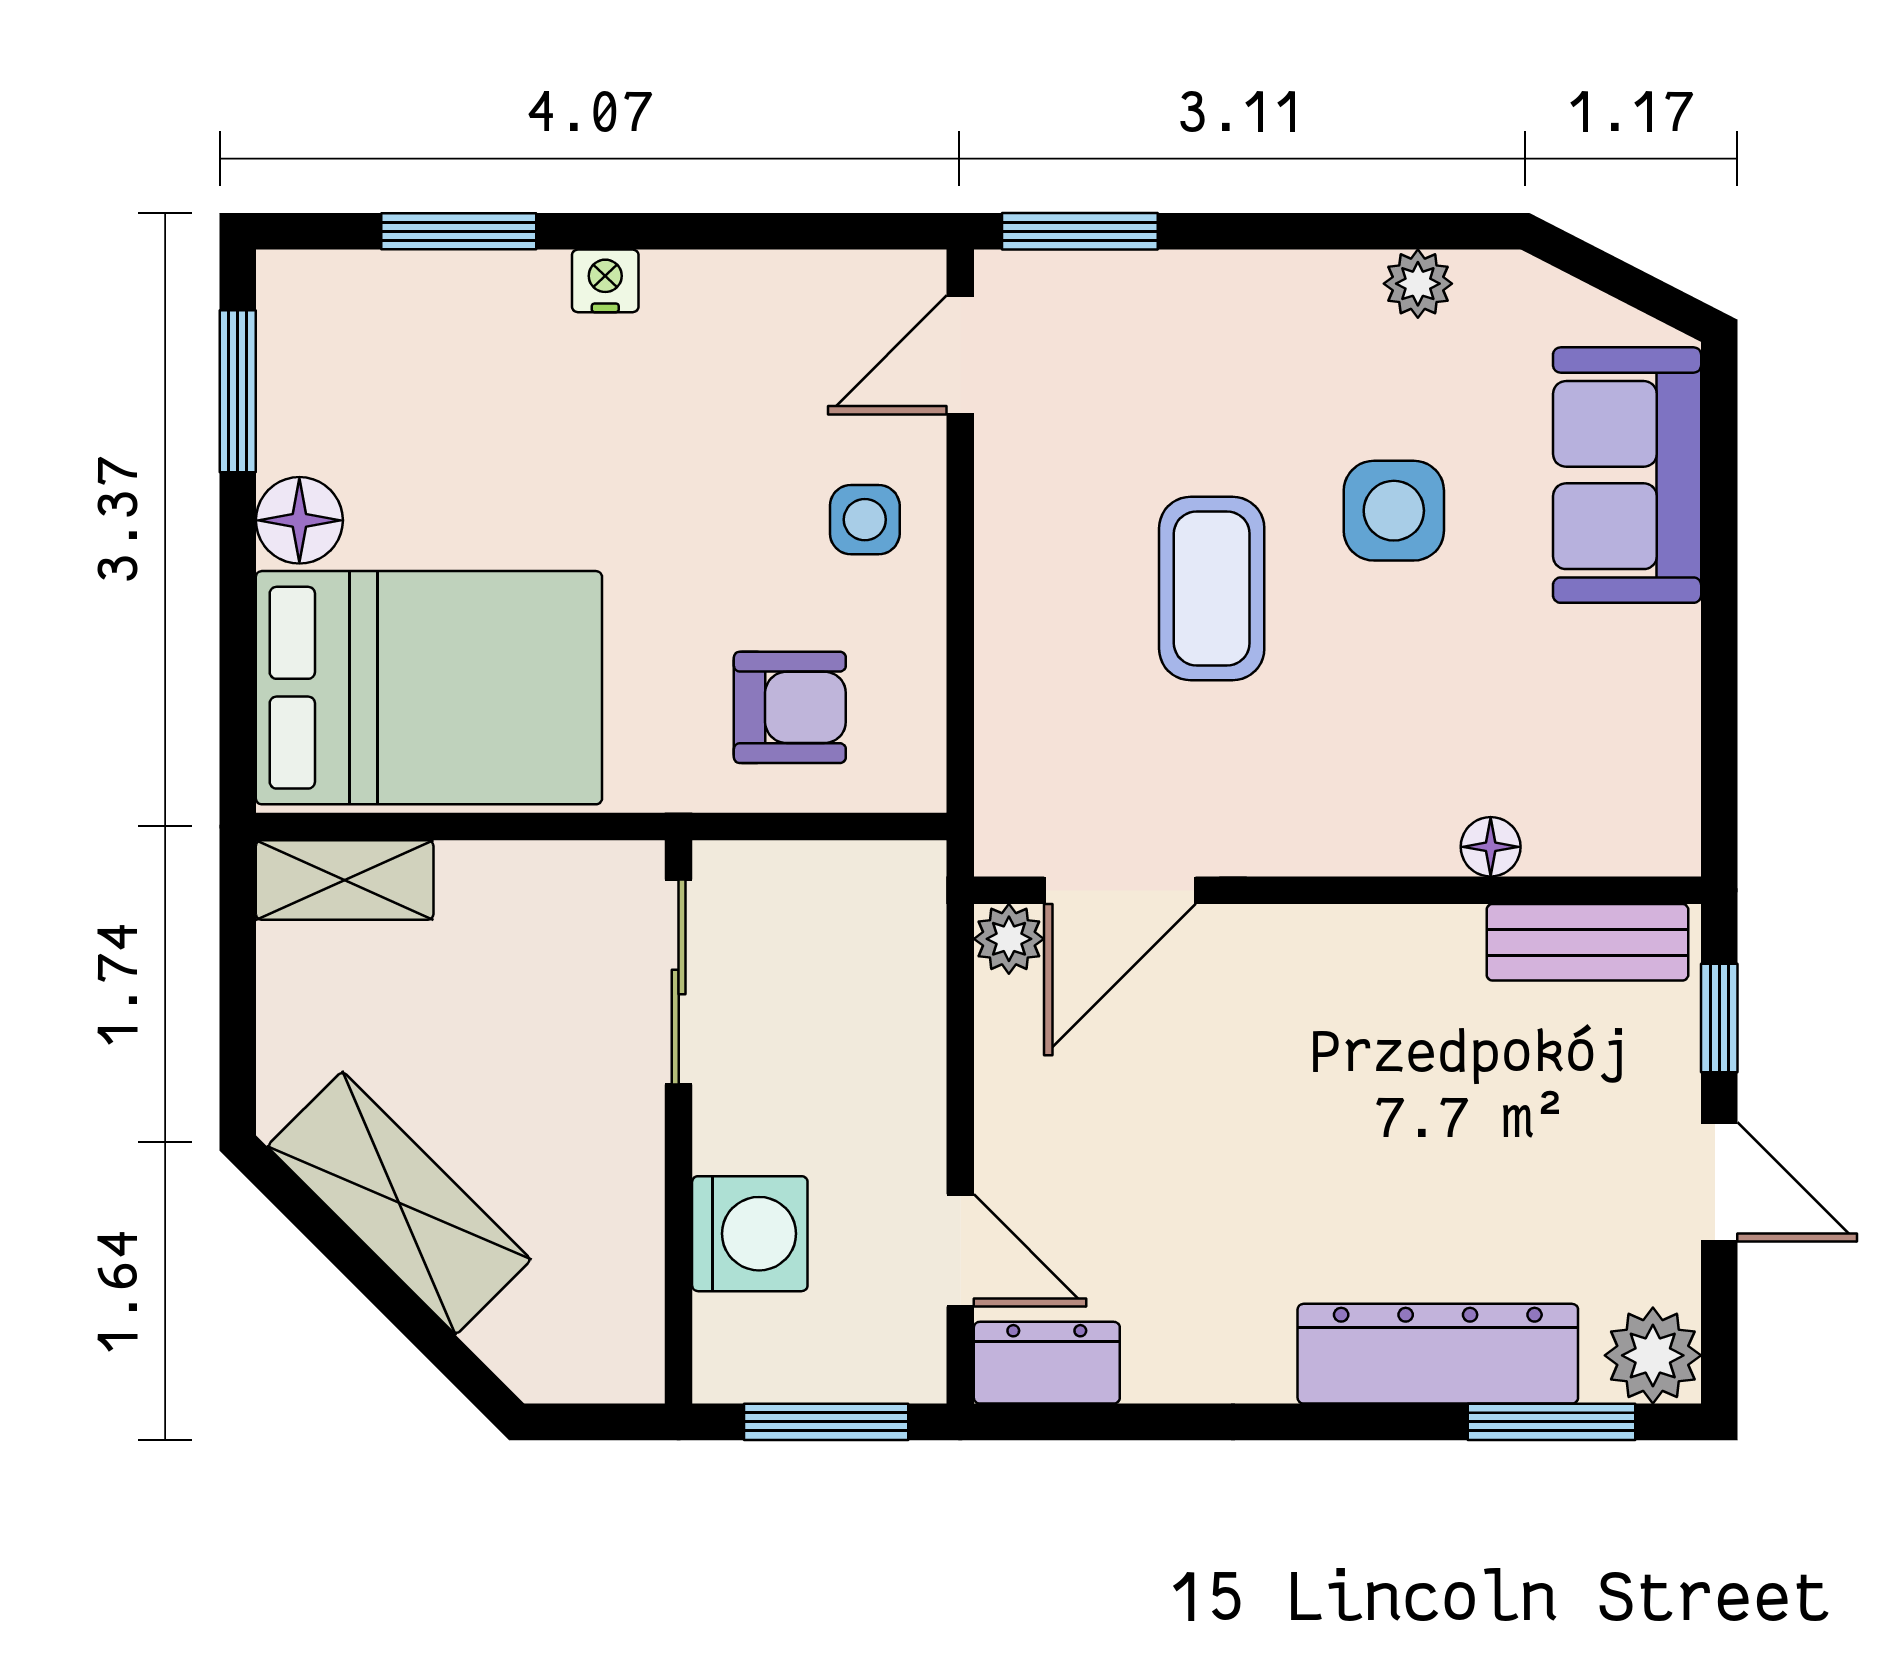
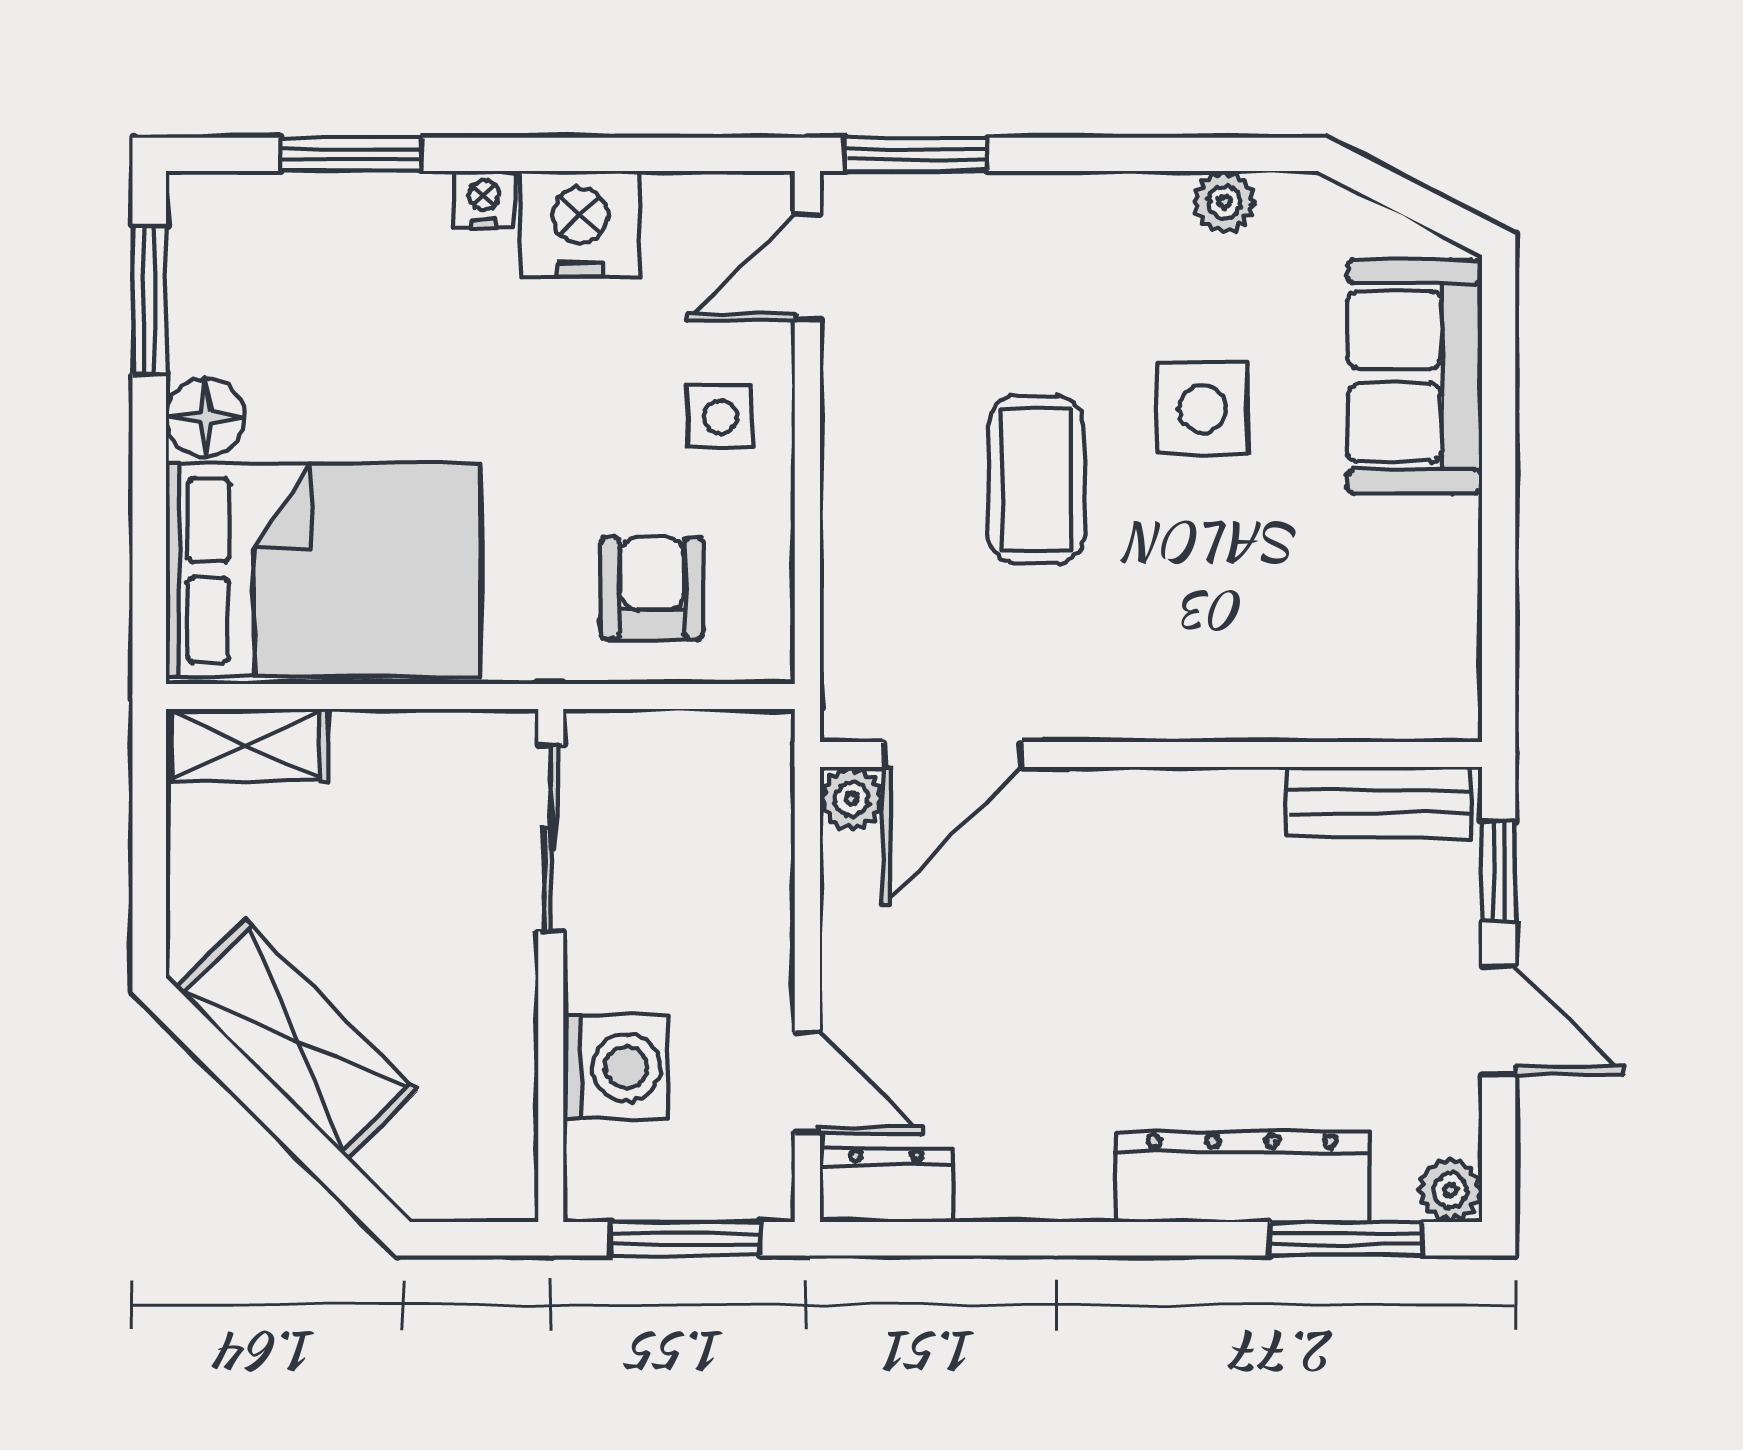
nightstand: (711, 308) -> (580, 224), added
armchair: (790, 707) -> (652, 588), turned -90
floor lamp: (1491, 847) -> (1290, 715), removed
plant: (1653, 1355) -> (1450, 1190), width x0.73, depth x0.73

